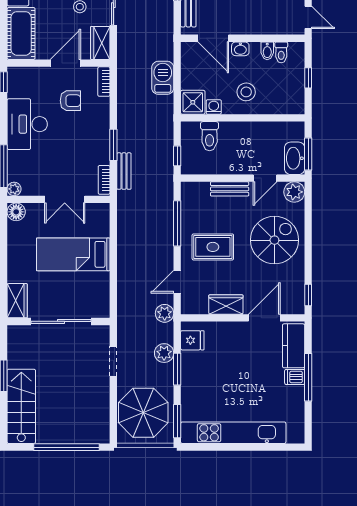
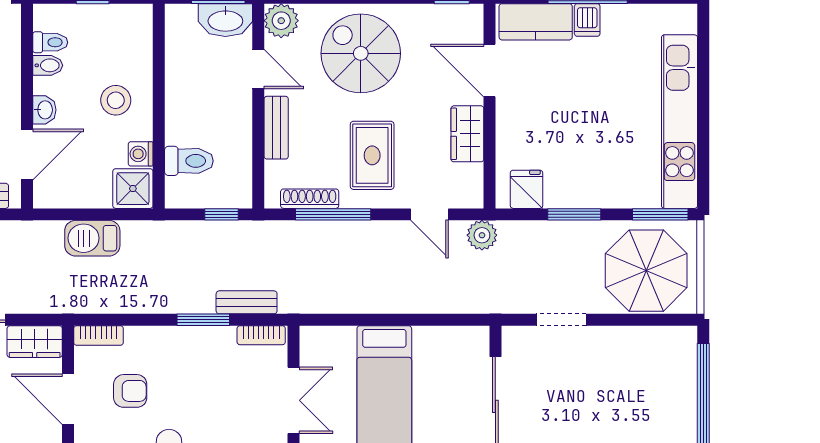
armchair: (70, 101) -> (130, 391), turned 90
shoe rack: (187, 209) -> (310, 199), added
plant: (164, 353) -> (548, 236), removed

